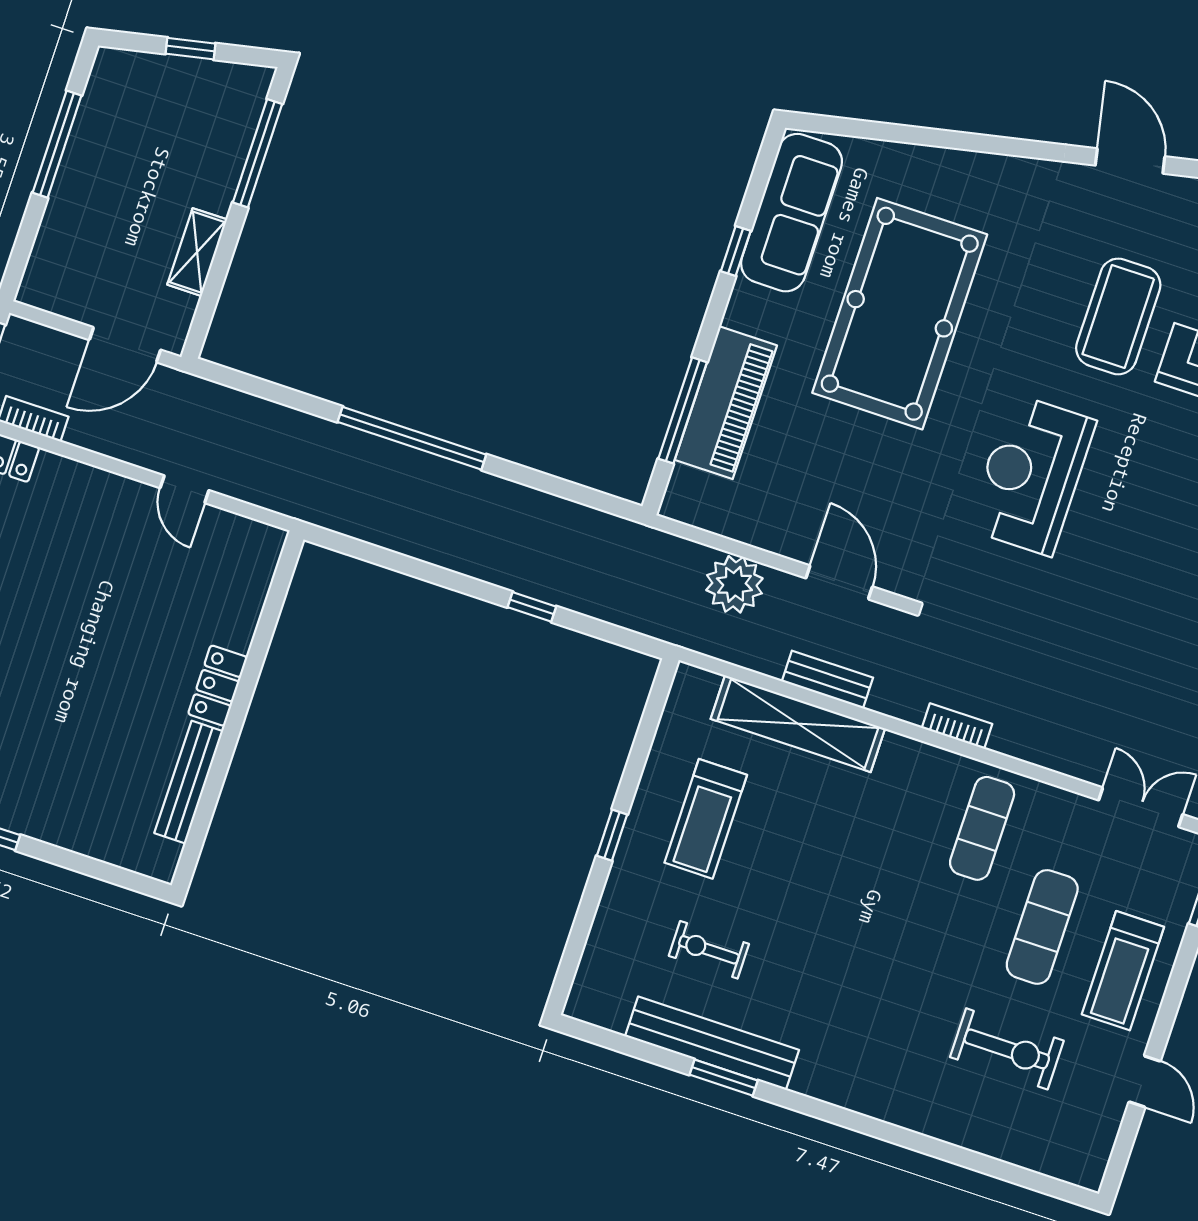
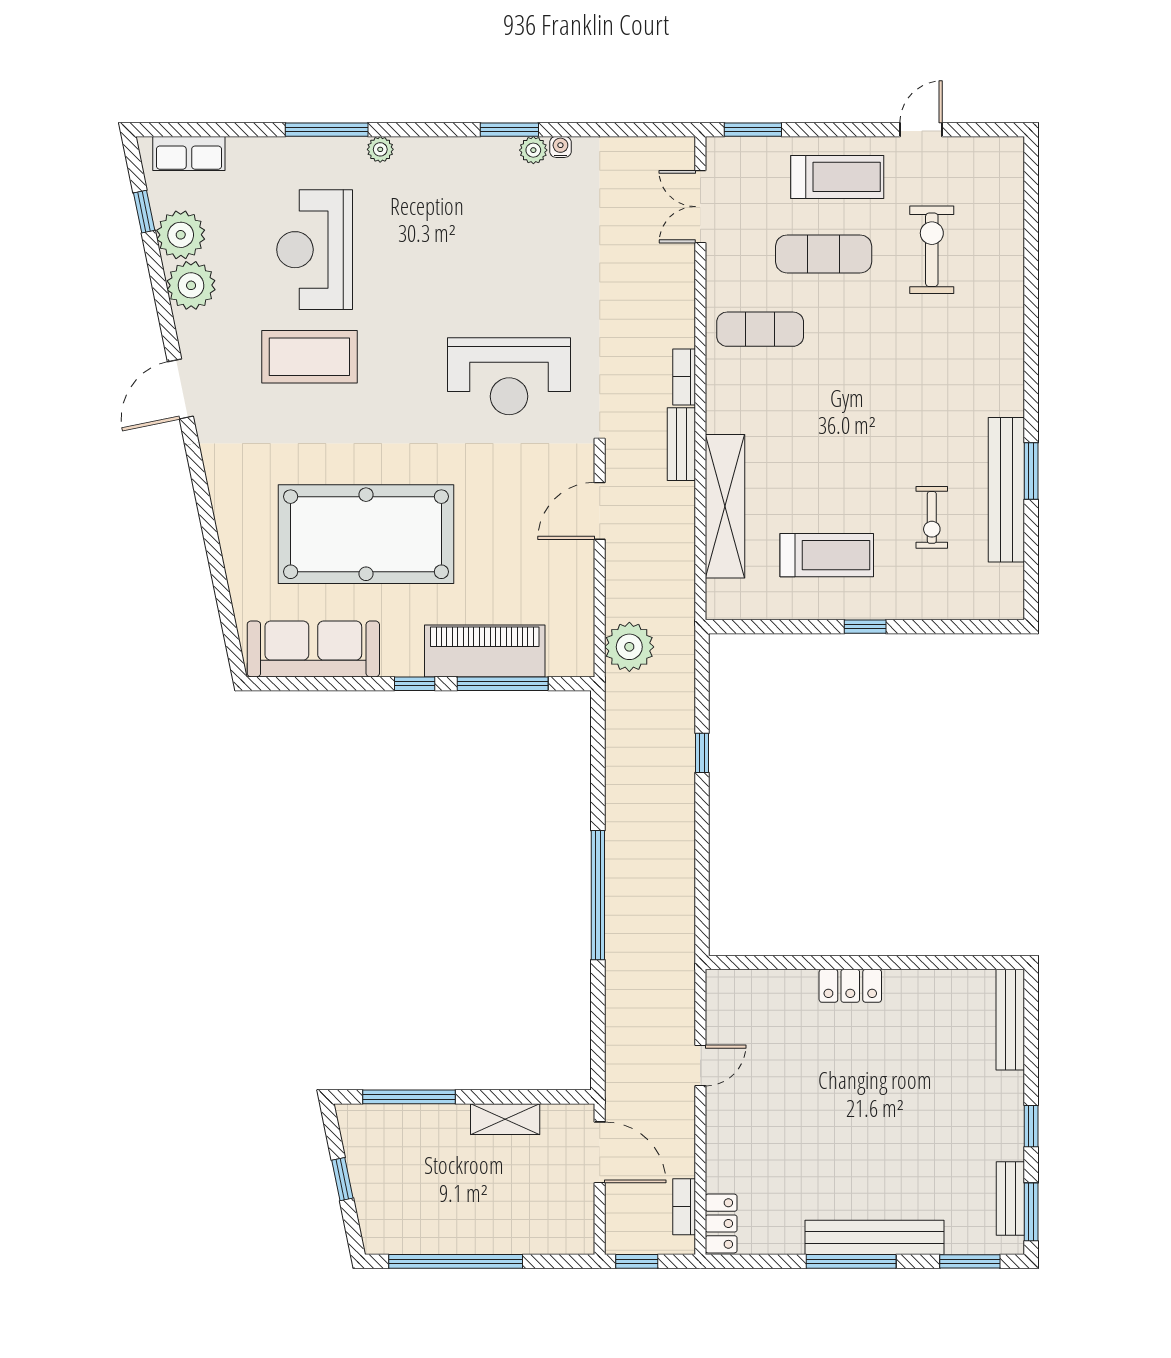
window: (57, 144) -> (456, 1261), width x1.46
window: (736, 251) -> (415, 684), moved
reception desk: (1032, 475) -> (509, 376), moved
plant: (734, 584) -> (629, 647), moved
bench: (827, 680) -> (681, 444), moved
bench: (189, 782) -> (1010, 1020), moved, turned 90

